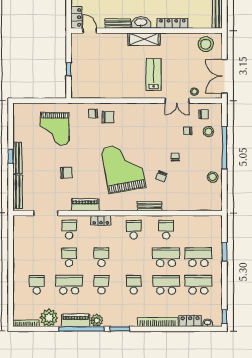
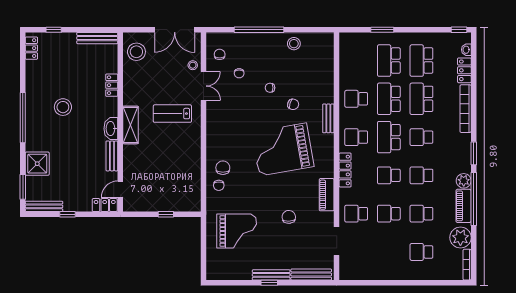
locker: (172, 23) -> (112, 85), width x0.66
stool: (208, 132) -> (240, 49), removed
locker: (101, 220) -> (345, 170), width x1.53
school desk: (134, 257) -> (389, 137), added
school desk: (69, 285) -> (421, 214), width x0.54

